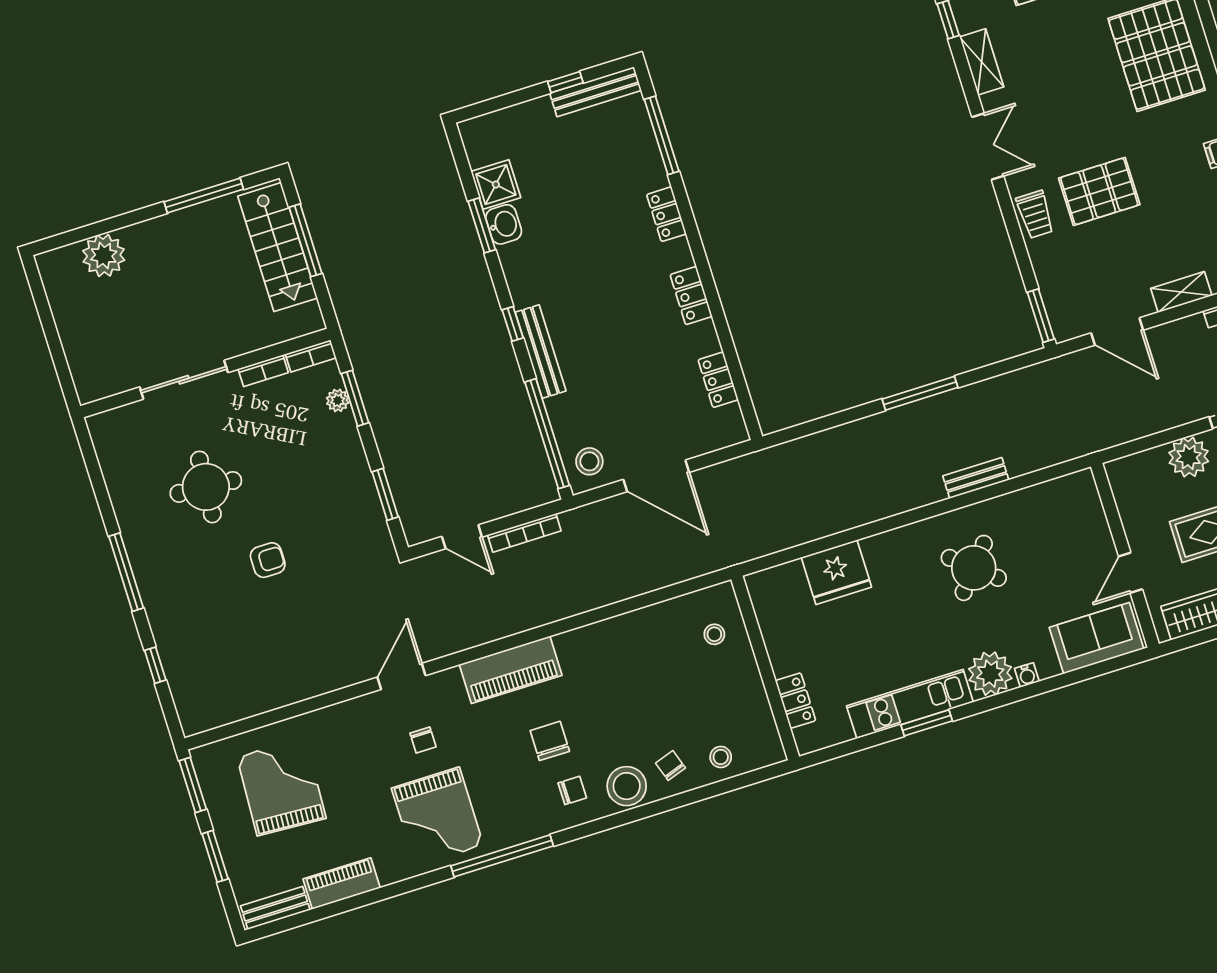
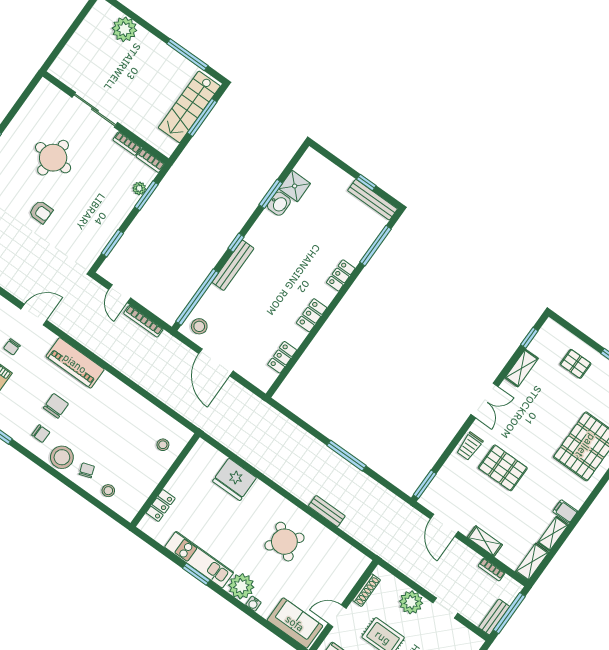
shoe rack: (1126, 506) -> (366, 590), added

